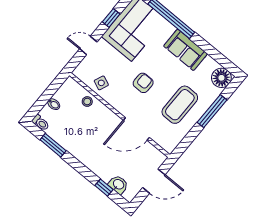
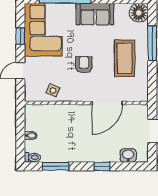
stool: (87, 102) -> (54, 113), removed
window: (104, 188) -> (102, 166), moved

